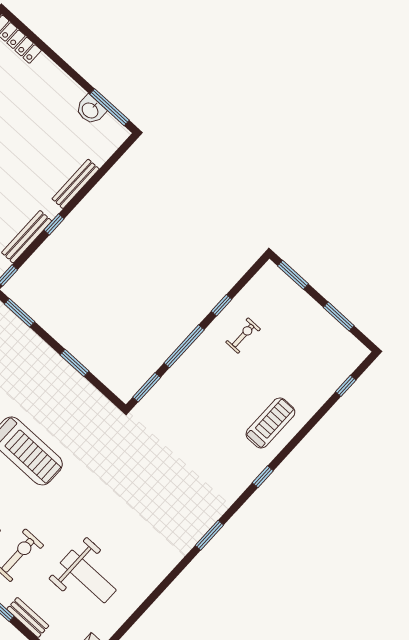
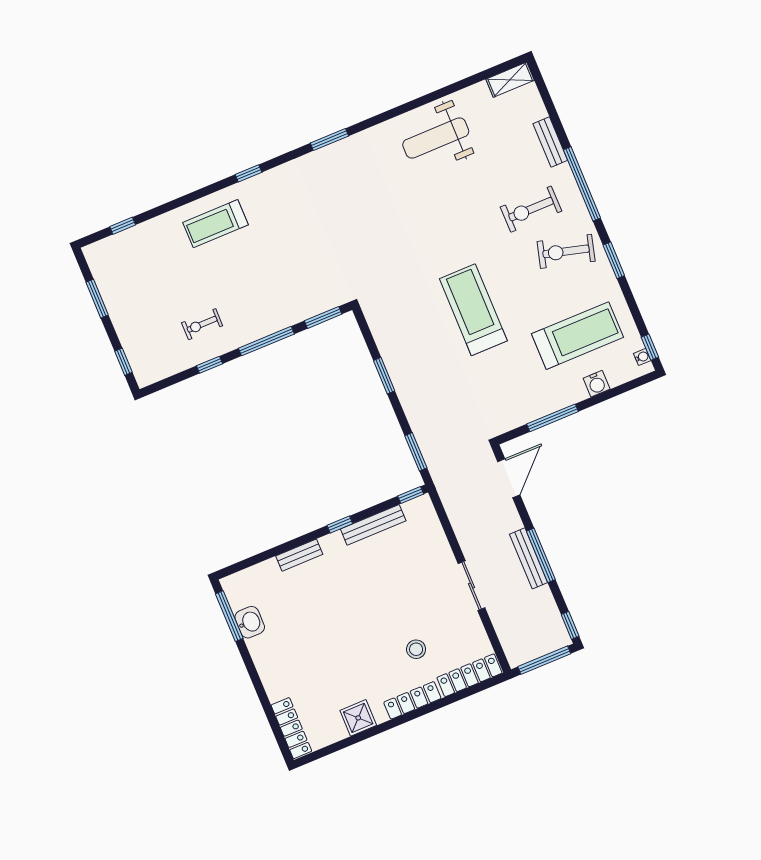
bench: (76, 184) -> (299, 555), width x0.73
window: (293, 275) -> (123, 362), width x0.67
weight bench: (88, 576) -> (436, 138), moved, turned -90

